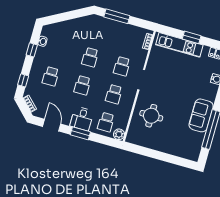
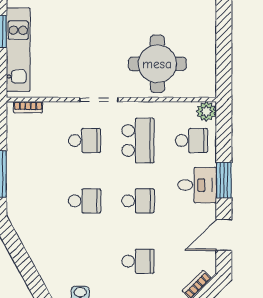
school desk: (114, 94) -> (138, 141), width x1.85
round table: (151, 116) -> (157, 64), width x1.36, depth x1.36

